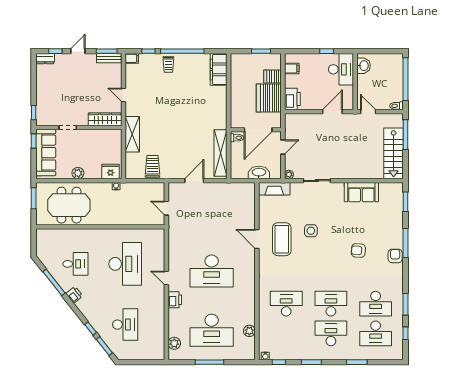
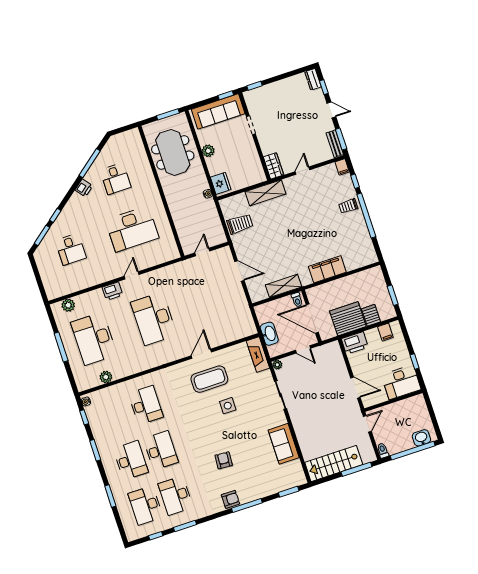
washbasin: (364, 66) -> (421, 438), moved, turned 180
filing cabinet: (219, 69) -> (327, 269), moved
wardrobe: (105, 119) -> (273, 166), width x0.67
shelving: (221, 153) -> (284, 286), width x0.68
desk: (125, 325) -> (71, 249), width x0.73

